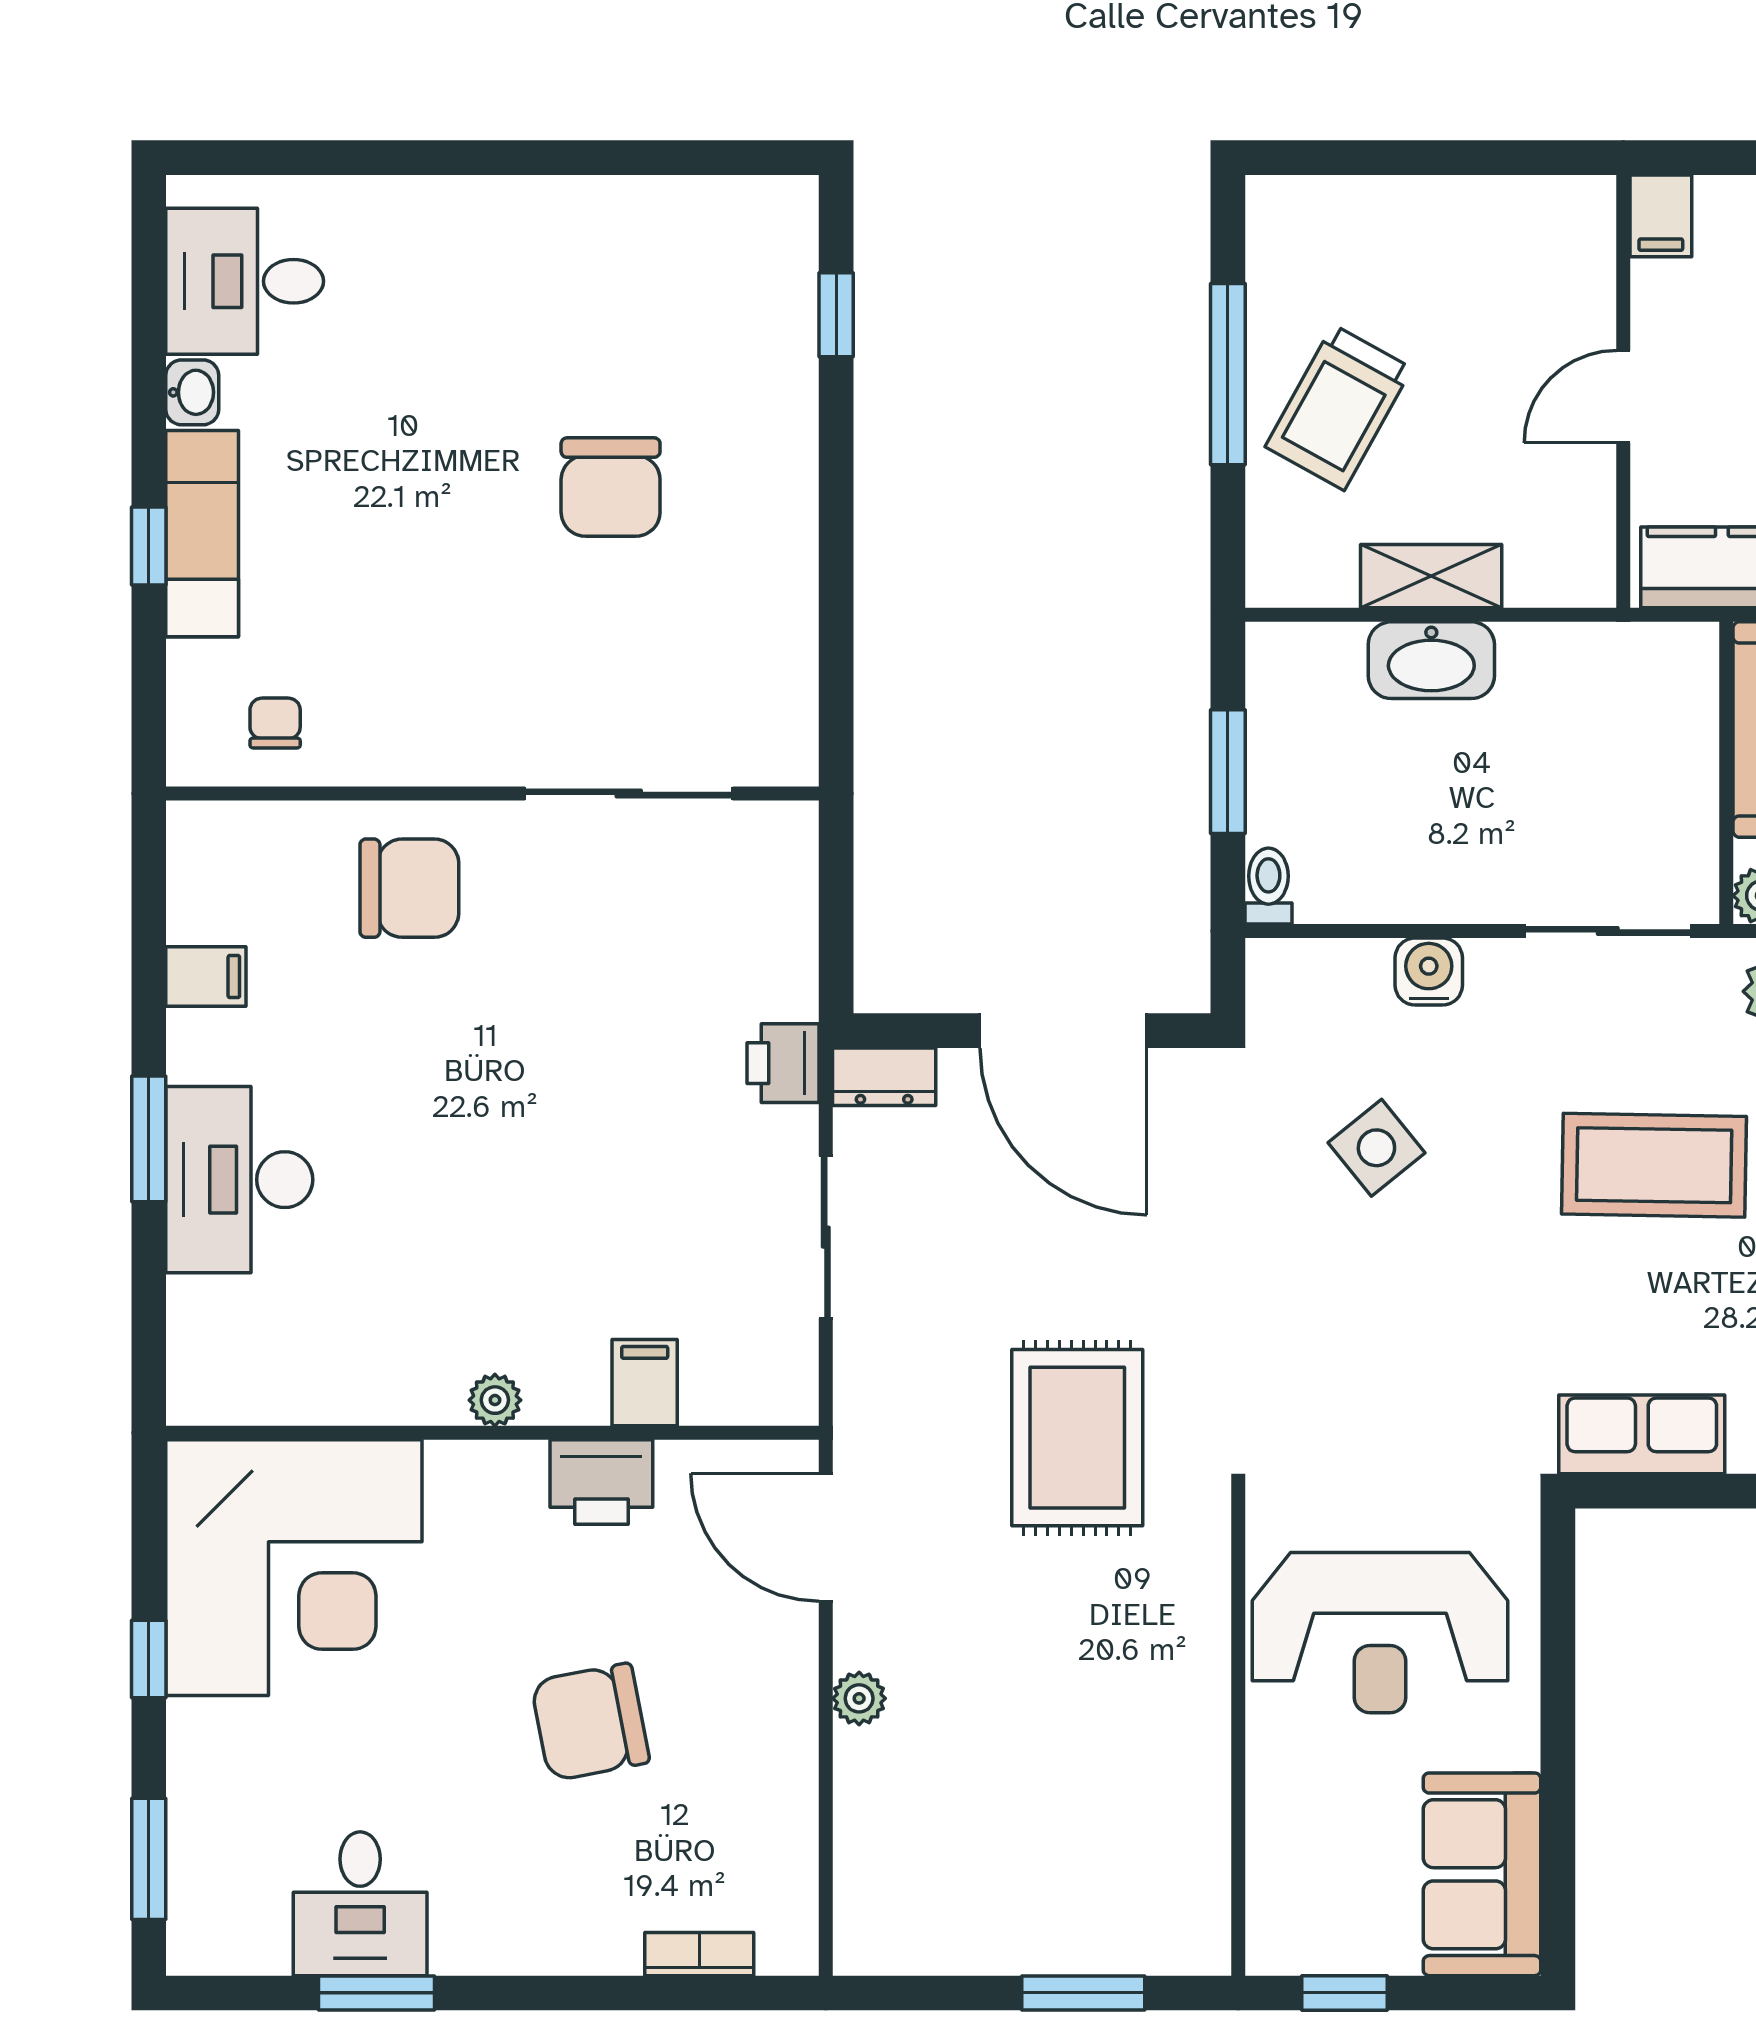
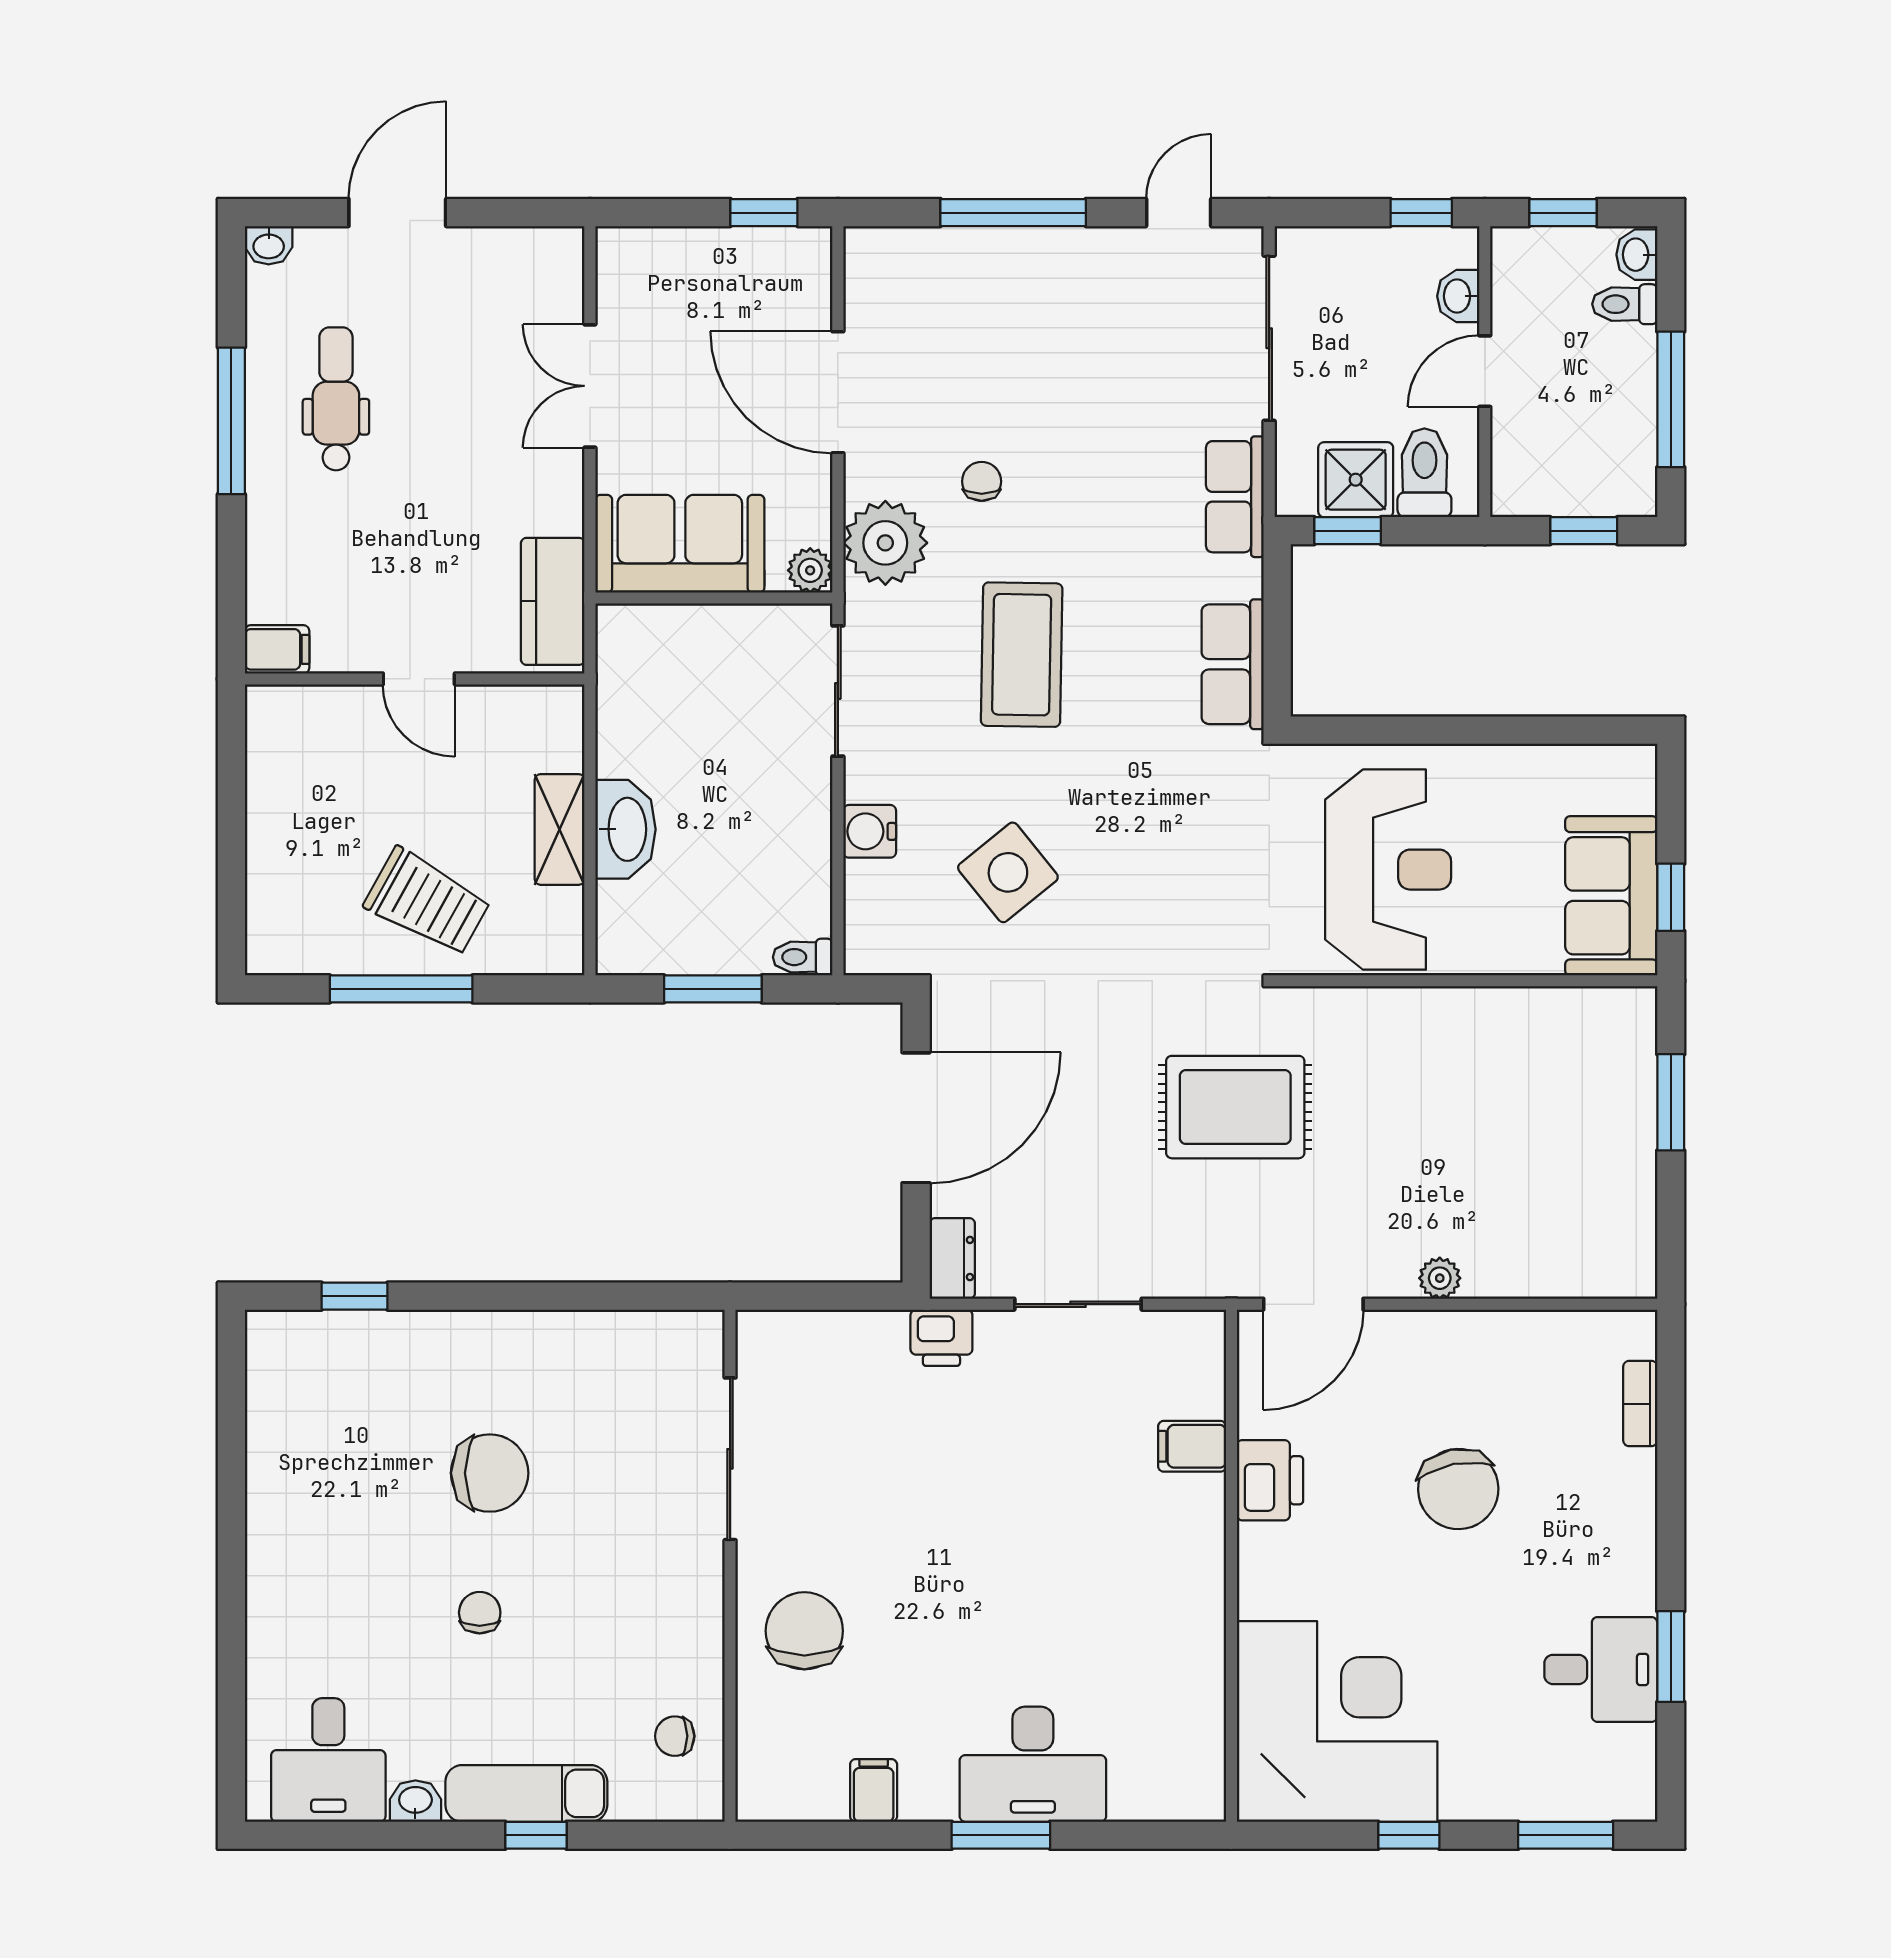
chair: (433, 474) -> (480, 1613), added
side table: (1376, 1148) -> (1008, 872), width x1.37, depth x1.37
plant: (495, 1400) -> (1206, 1564), removed
sofa: (1482, 1874) -> (1611, 896), moved, turned 90

